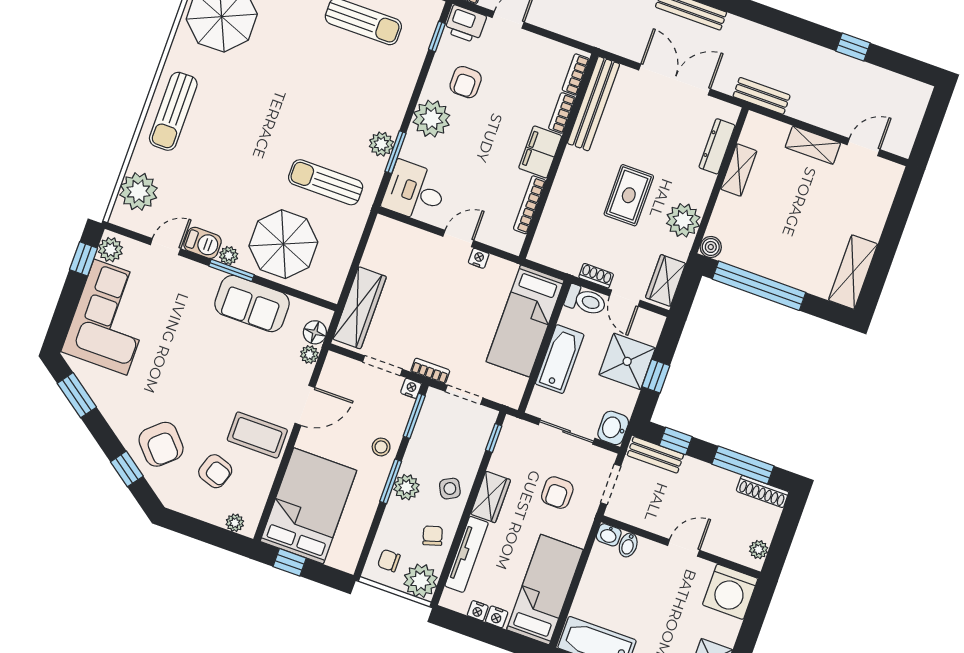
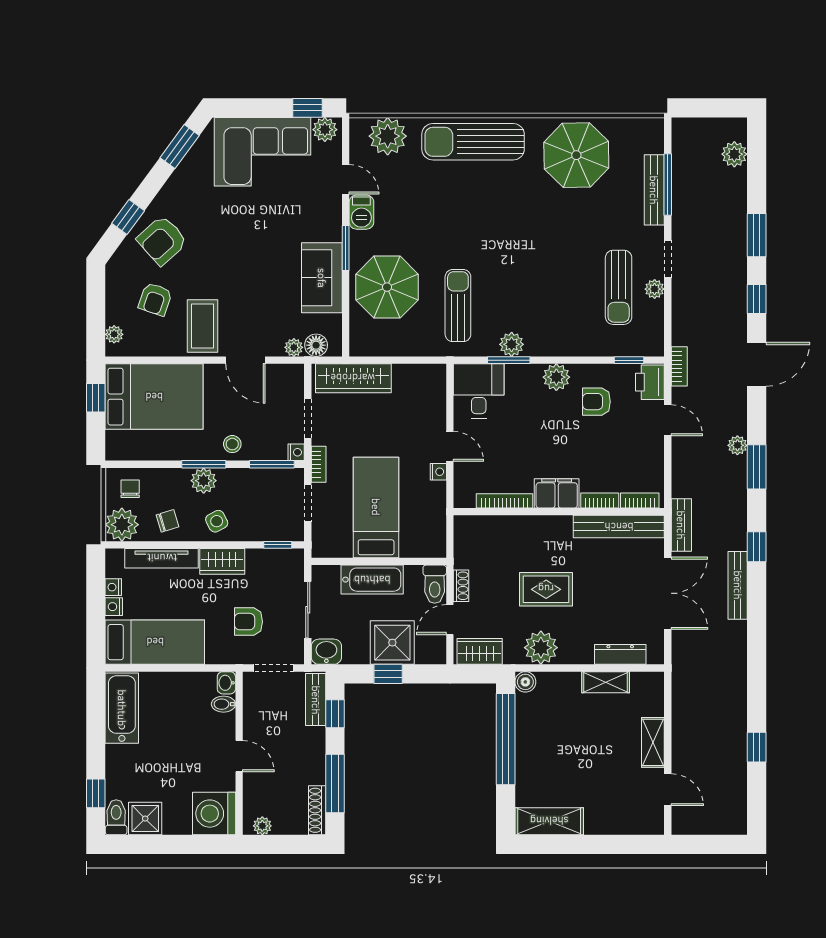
bench: (762, 96) -> (681, 525), moved
sun lounger: (173, 111) -> (473, 142), width x1.36, depth x1.34
plant: (431, 119) -> (556, 377), width x0.73, depth x0.73
plant: (229, 256) -> (358, 240), removed
bed: (525, 321) -> (376, 507), moved, turned 90

